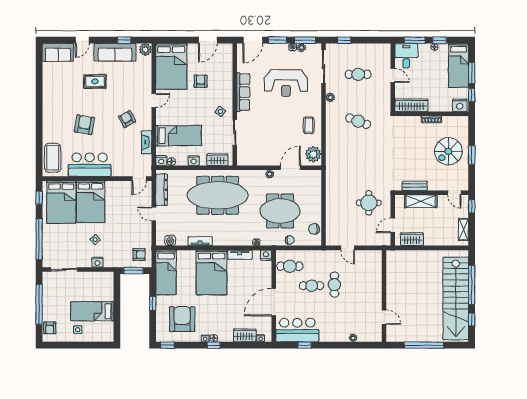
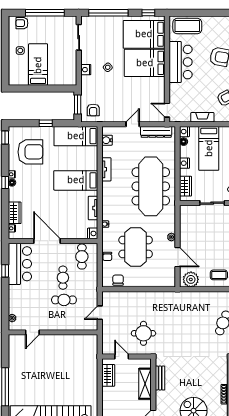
bed: (211, 272) -> (76, 180), width x0.67
wall: (384, 296) -> (53, 332), moved
door: (384, 317) -> (32, 332), moved

